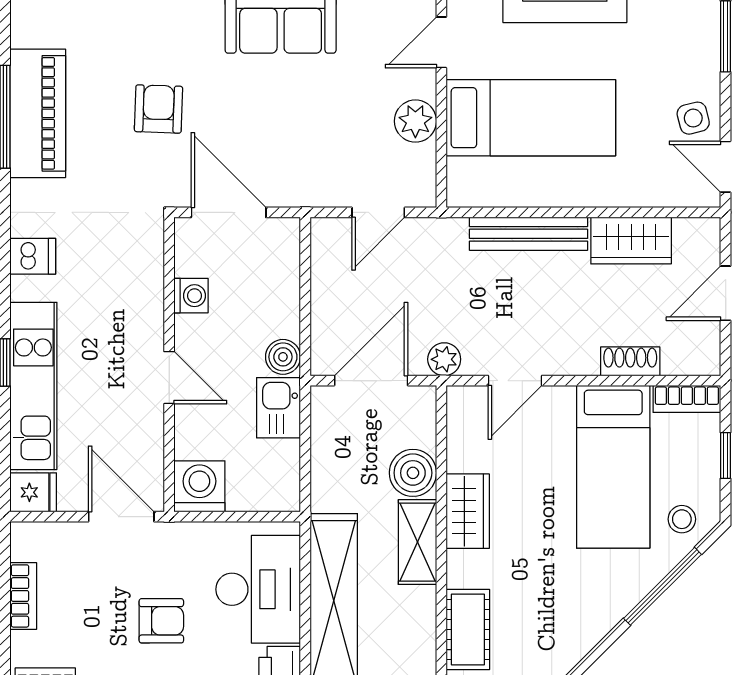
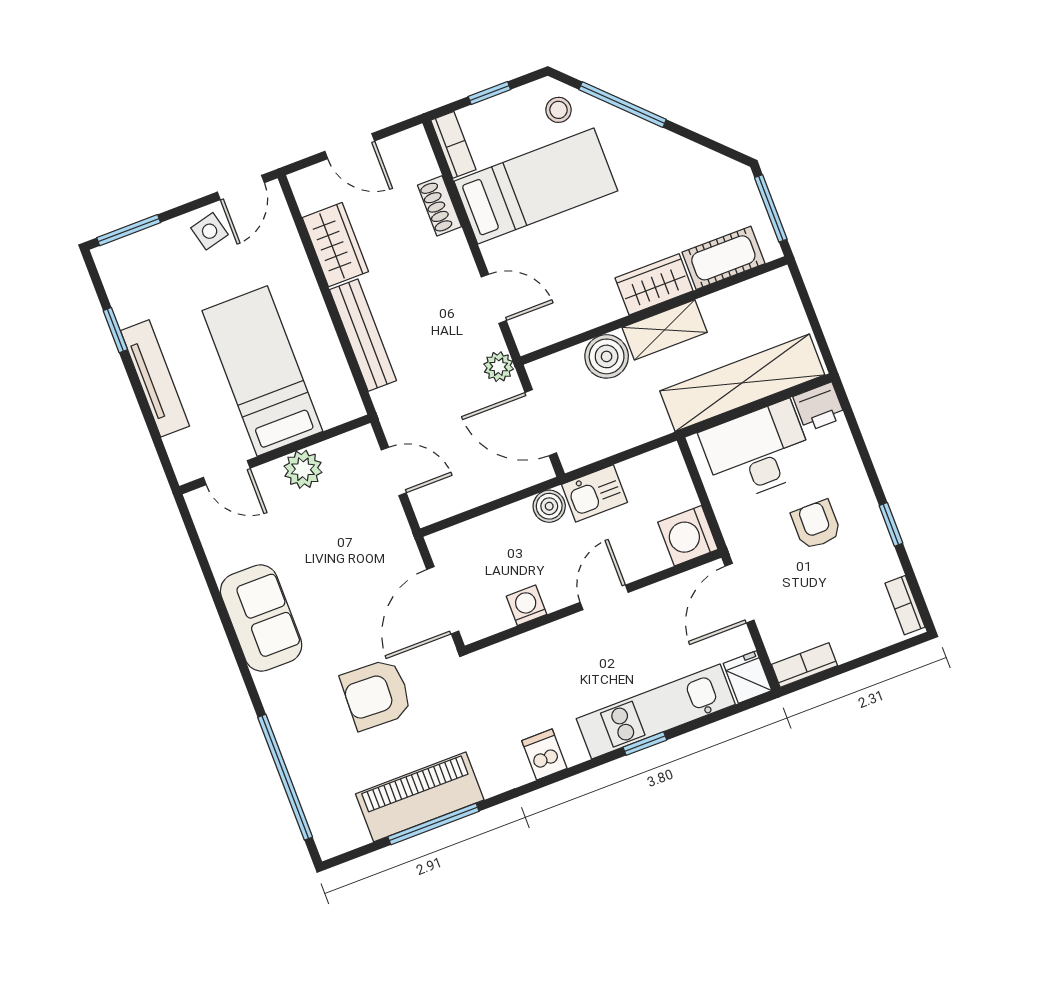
armchair: (159, 109) -> (377, 694), width x1.38, depth x1.38
wardrobe: (468, 511) -> (654, 284), moved
bookcase: (23, 596) -> (805, 665), moved

